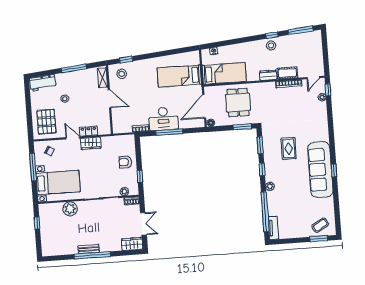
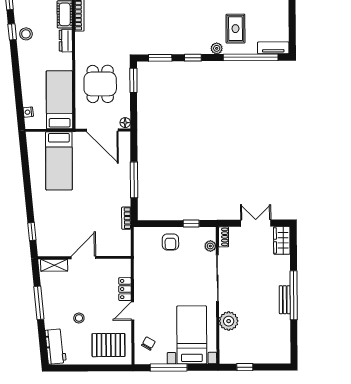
stool: (122, 74) -> (51, 239), removed
dining table: (238, 103) -> (100, 84), turned 90
desk: (163, 119) -> (115, 186), removed
wardrobe: (91, 143) -> (142, 287), removed
rug: (289, 148) -> (235, 29), moved, turned 90

